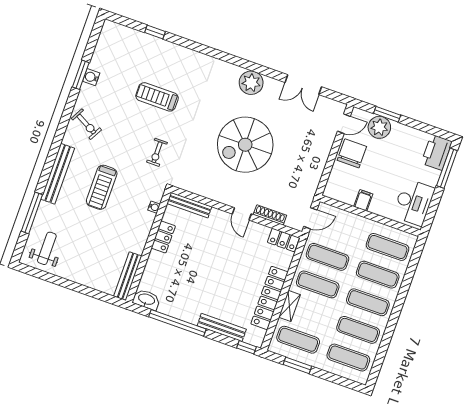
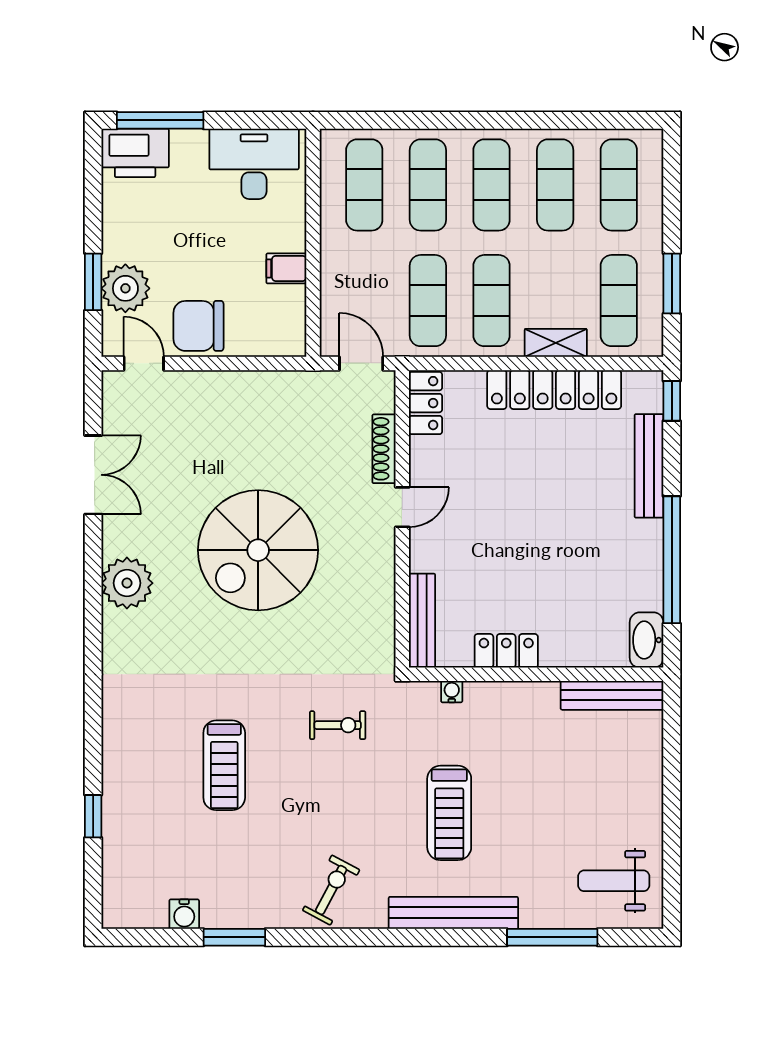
water cooler: (91, 77) -> (184, 914), moved
spiral stairs: (245, 145) -> (258, 550), turned 90
treadmill: (102, 187) -> (449, 813), turned 90

